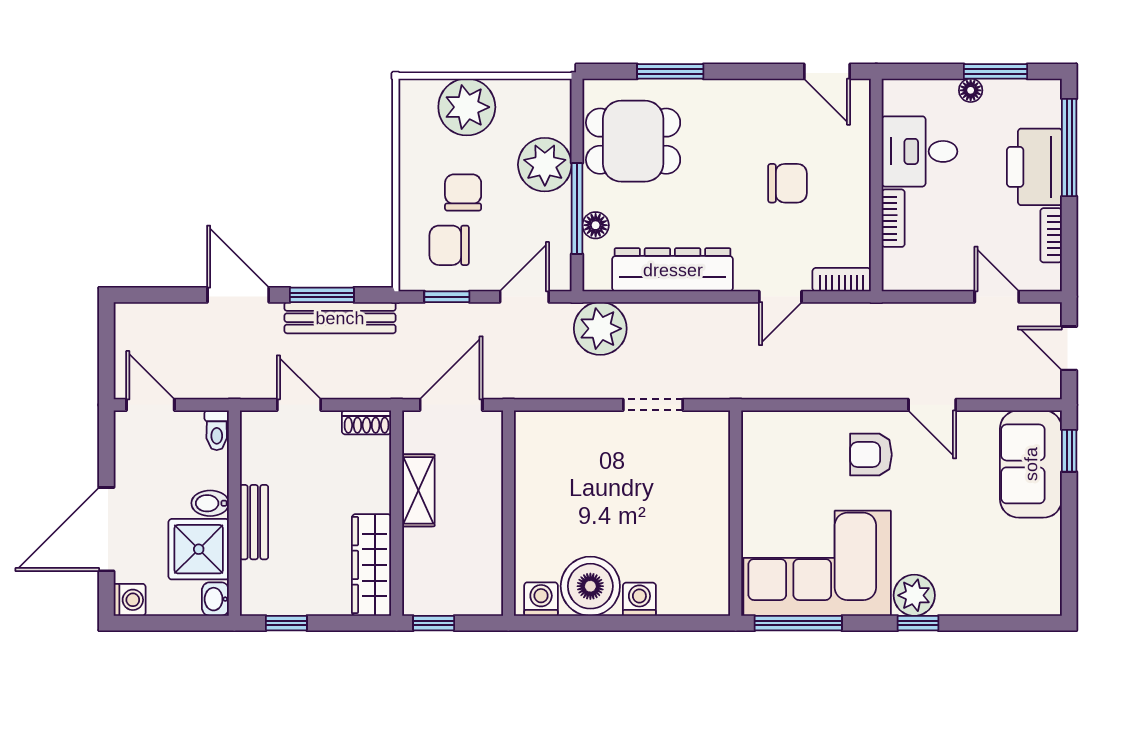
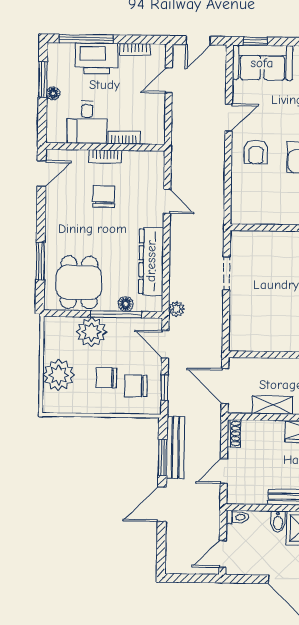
chair: (449, 245) -> (136, 386), turned 90
bookcase: (842, 280) -> (105, 156), moved, turned -90
plant: (600, 329) -> (176, 309), width x0.53, depth x0.53

